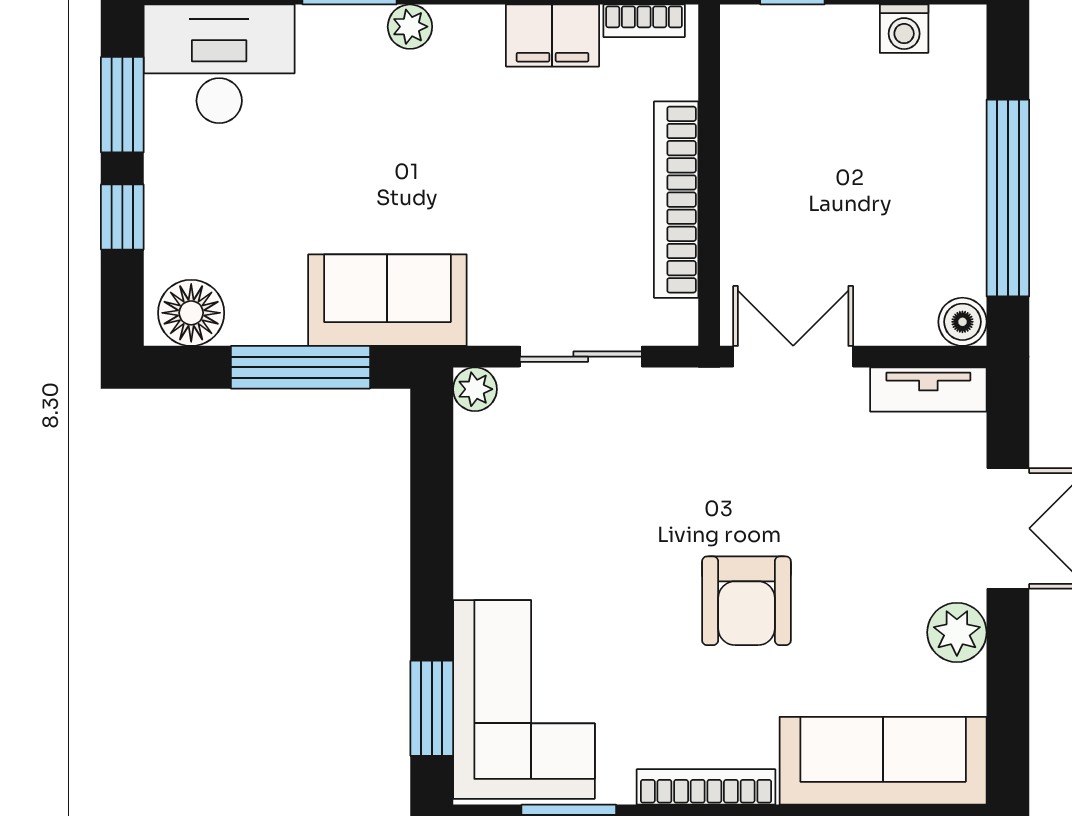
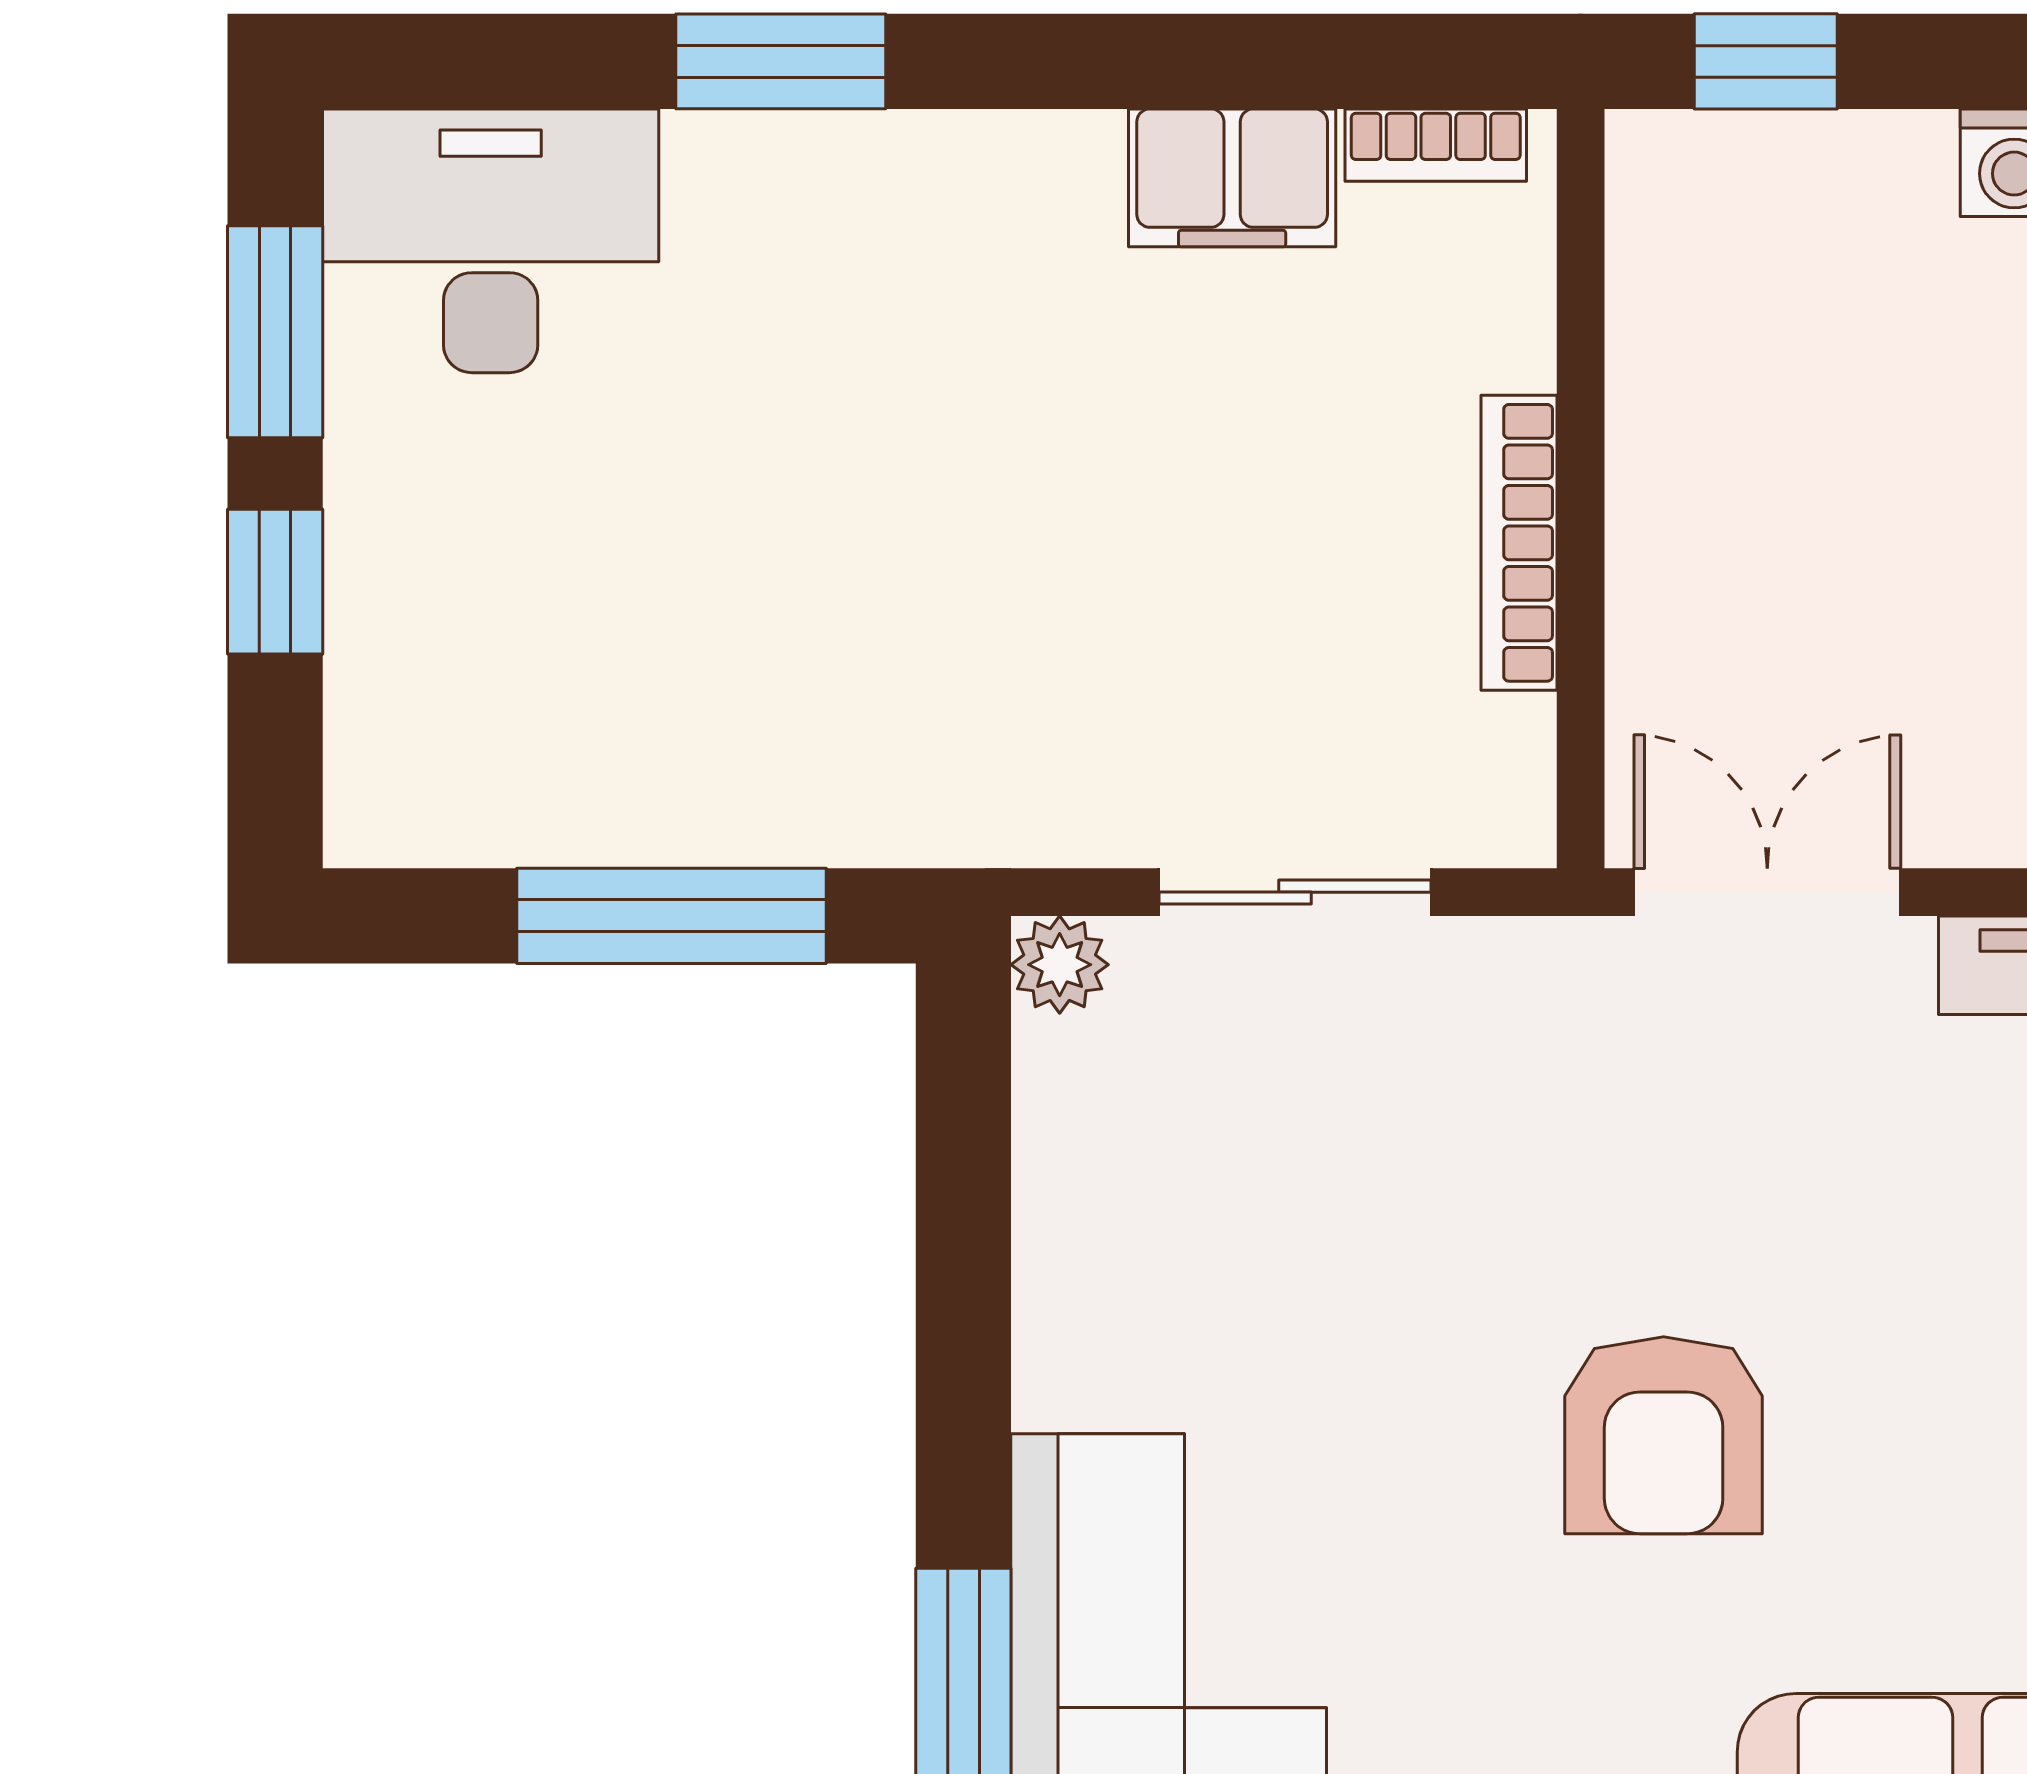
plant: (410, 27) -> (915, 158), removed
bookcase: (676, 200) -> (1519, 543), width x0.68, depth x0.76
sofa: (387, 300) -> (865, 766), removed
floor lamp: (191, 313) -> (428, 795), removed

